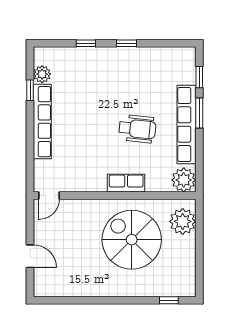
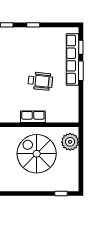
row of seats: (187, 125) -> (73, 60), moved
plant: (184, 180) -> (71, 115), removed

